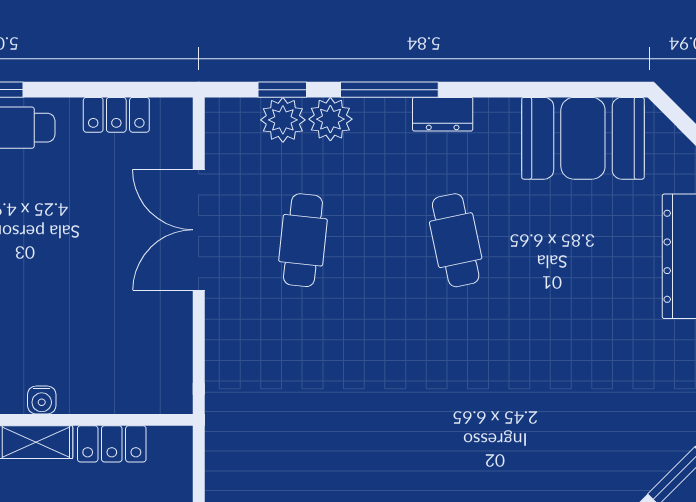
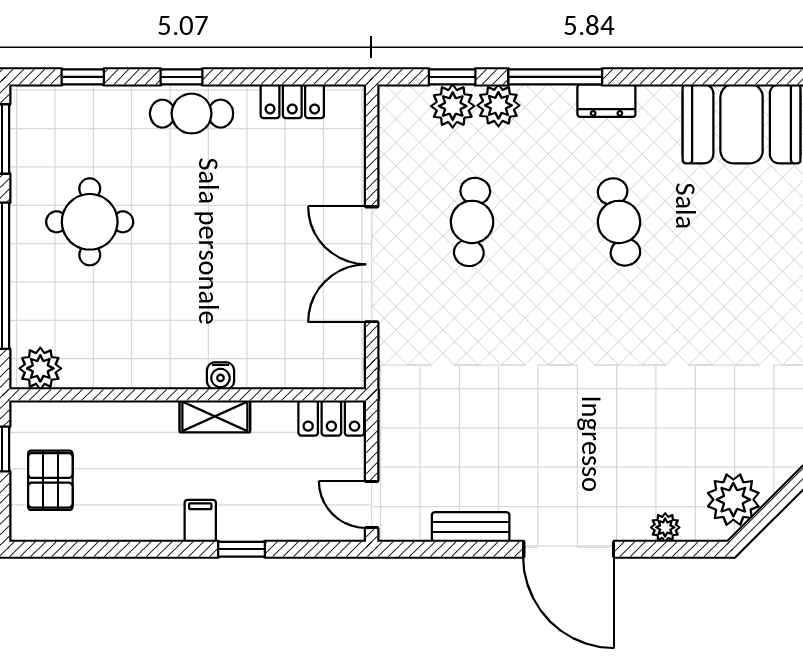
double door: (199, 230) -> (372, 264), moved
locker: (112, 444) -> (331, 418), moved

